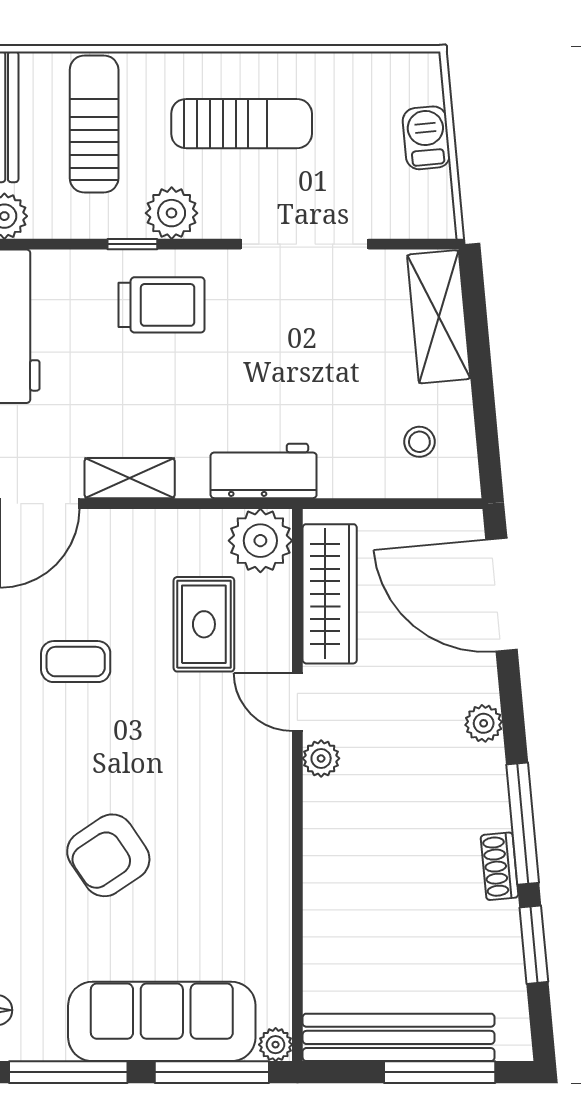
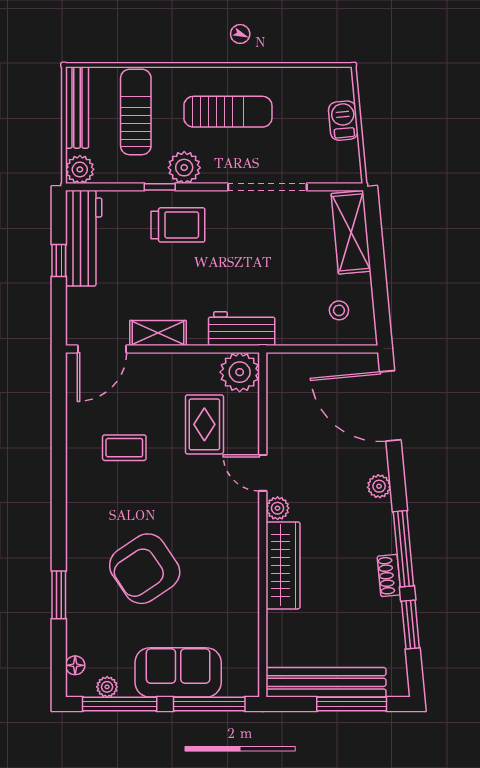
wardrobe: (330, 594) -> (283, 565), moved
armchair: (108, 855) -> (145, 569), width x1.36, depth x1.36
sofa: (162, 1021) -> (178, 672), width x0.73
plant: (276, 1045) -> (107, 687), moved

